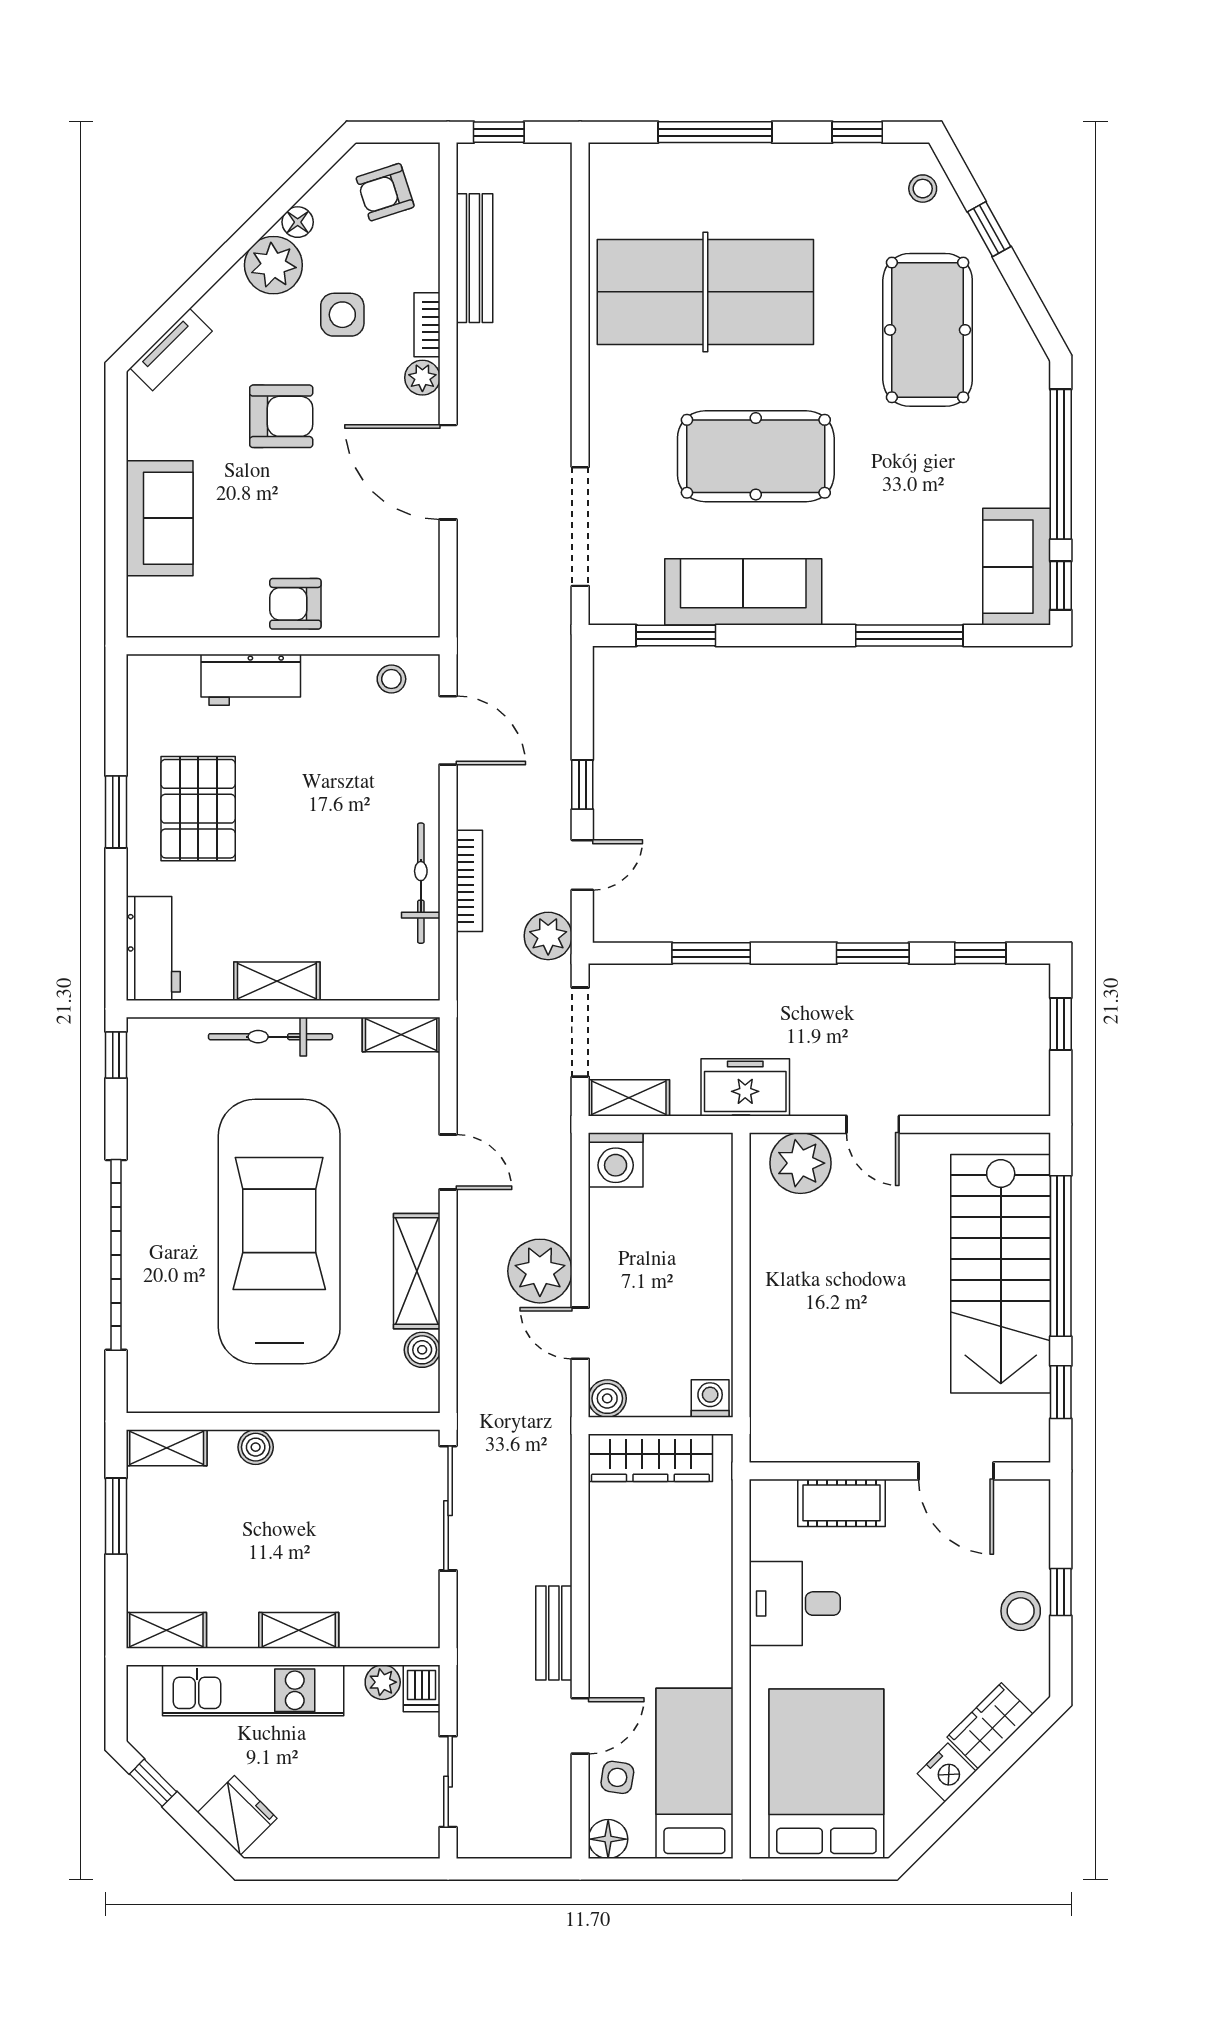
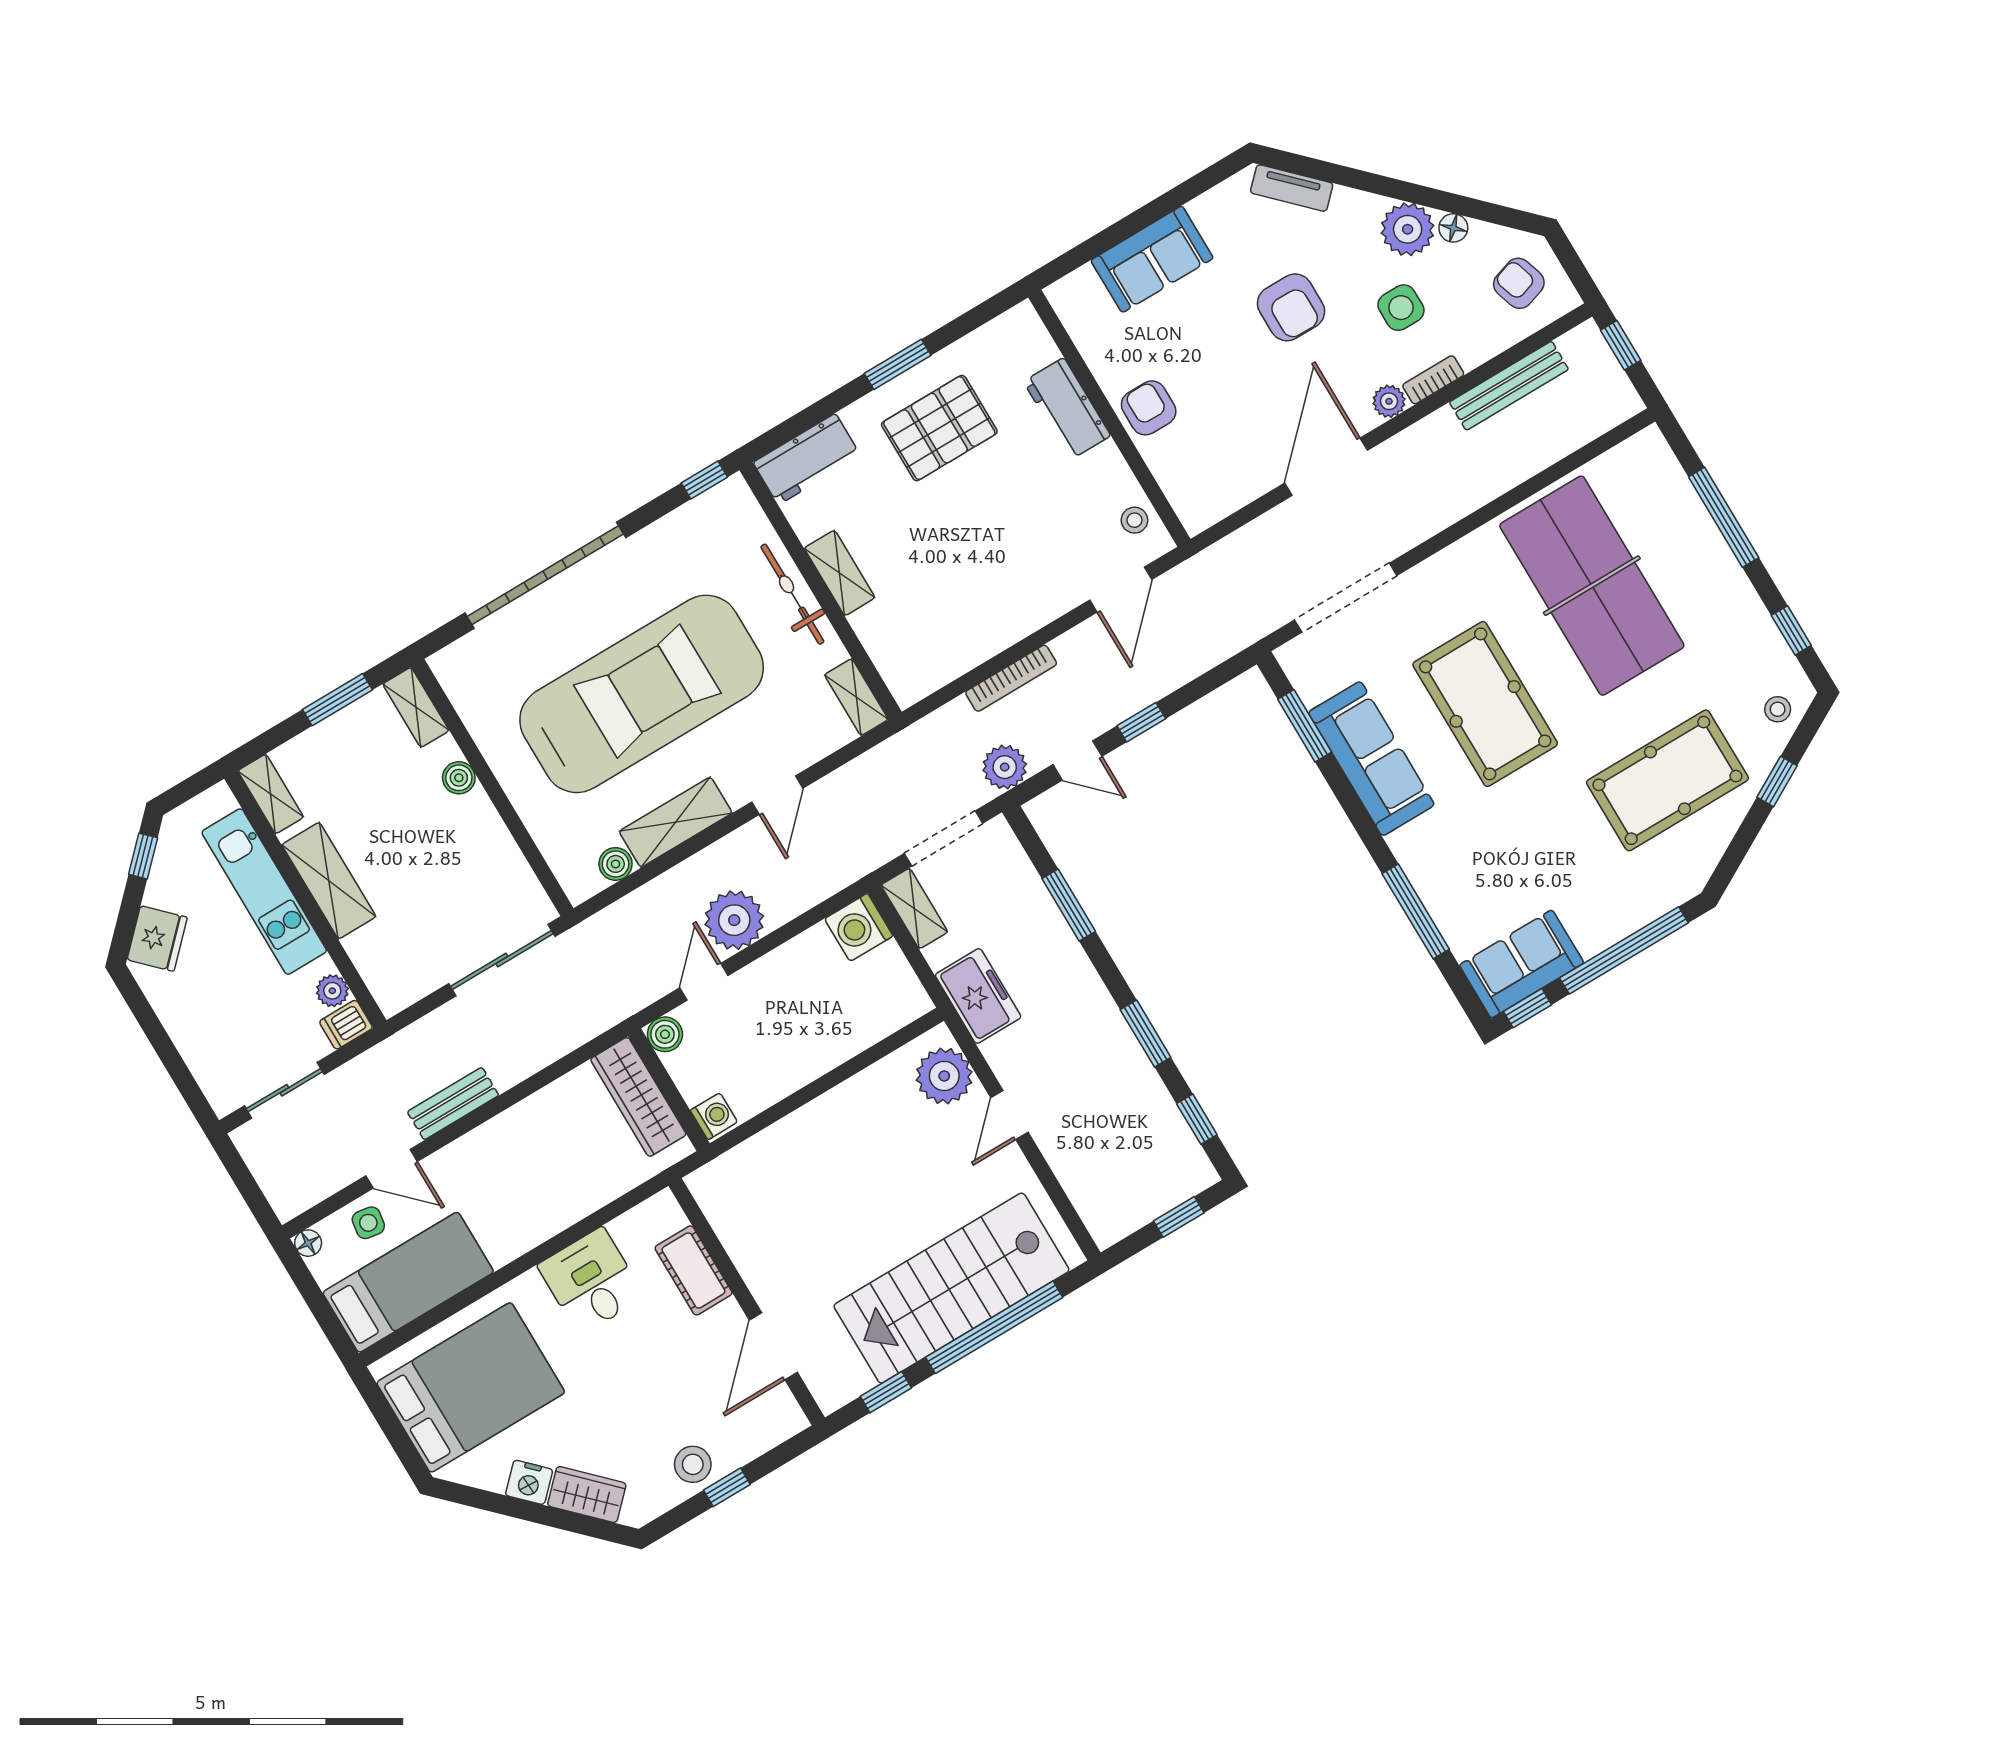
bicycle: (421, 883) -> (986, 641), removed
shelving: (299, 1630) -> (329, 881), width x1.50, depth x1.33
floor lamp: (608, 1839) -> (308, 1243), width x0.73, depth x0.73

